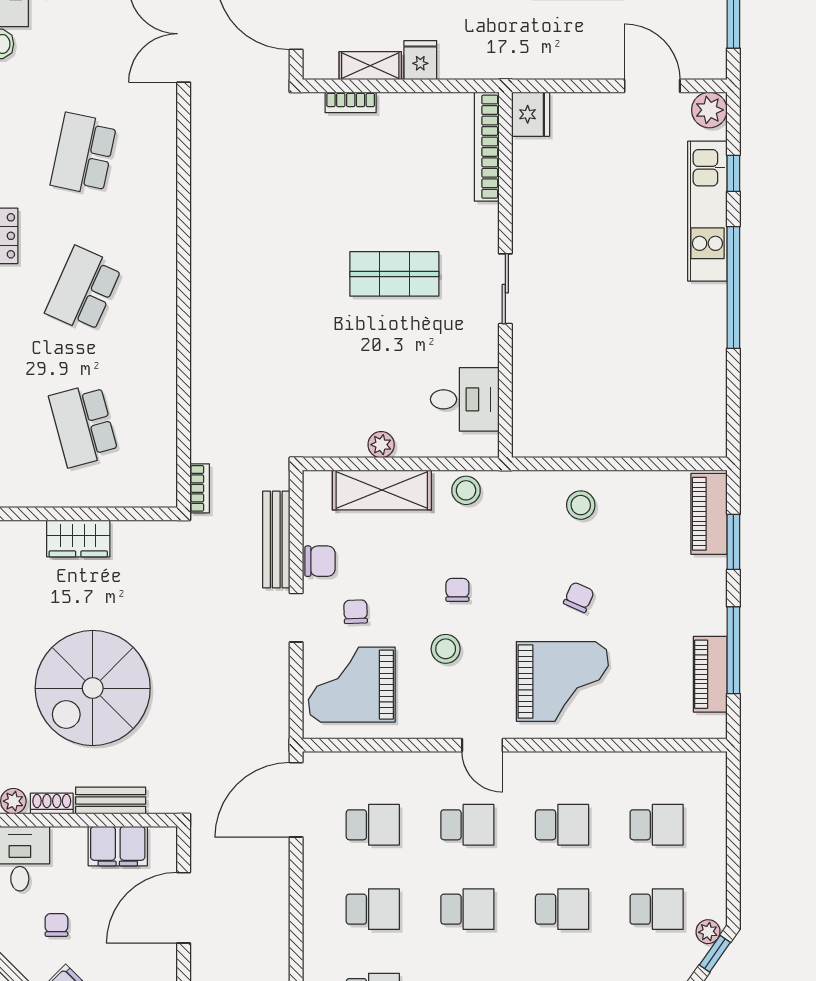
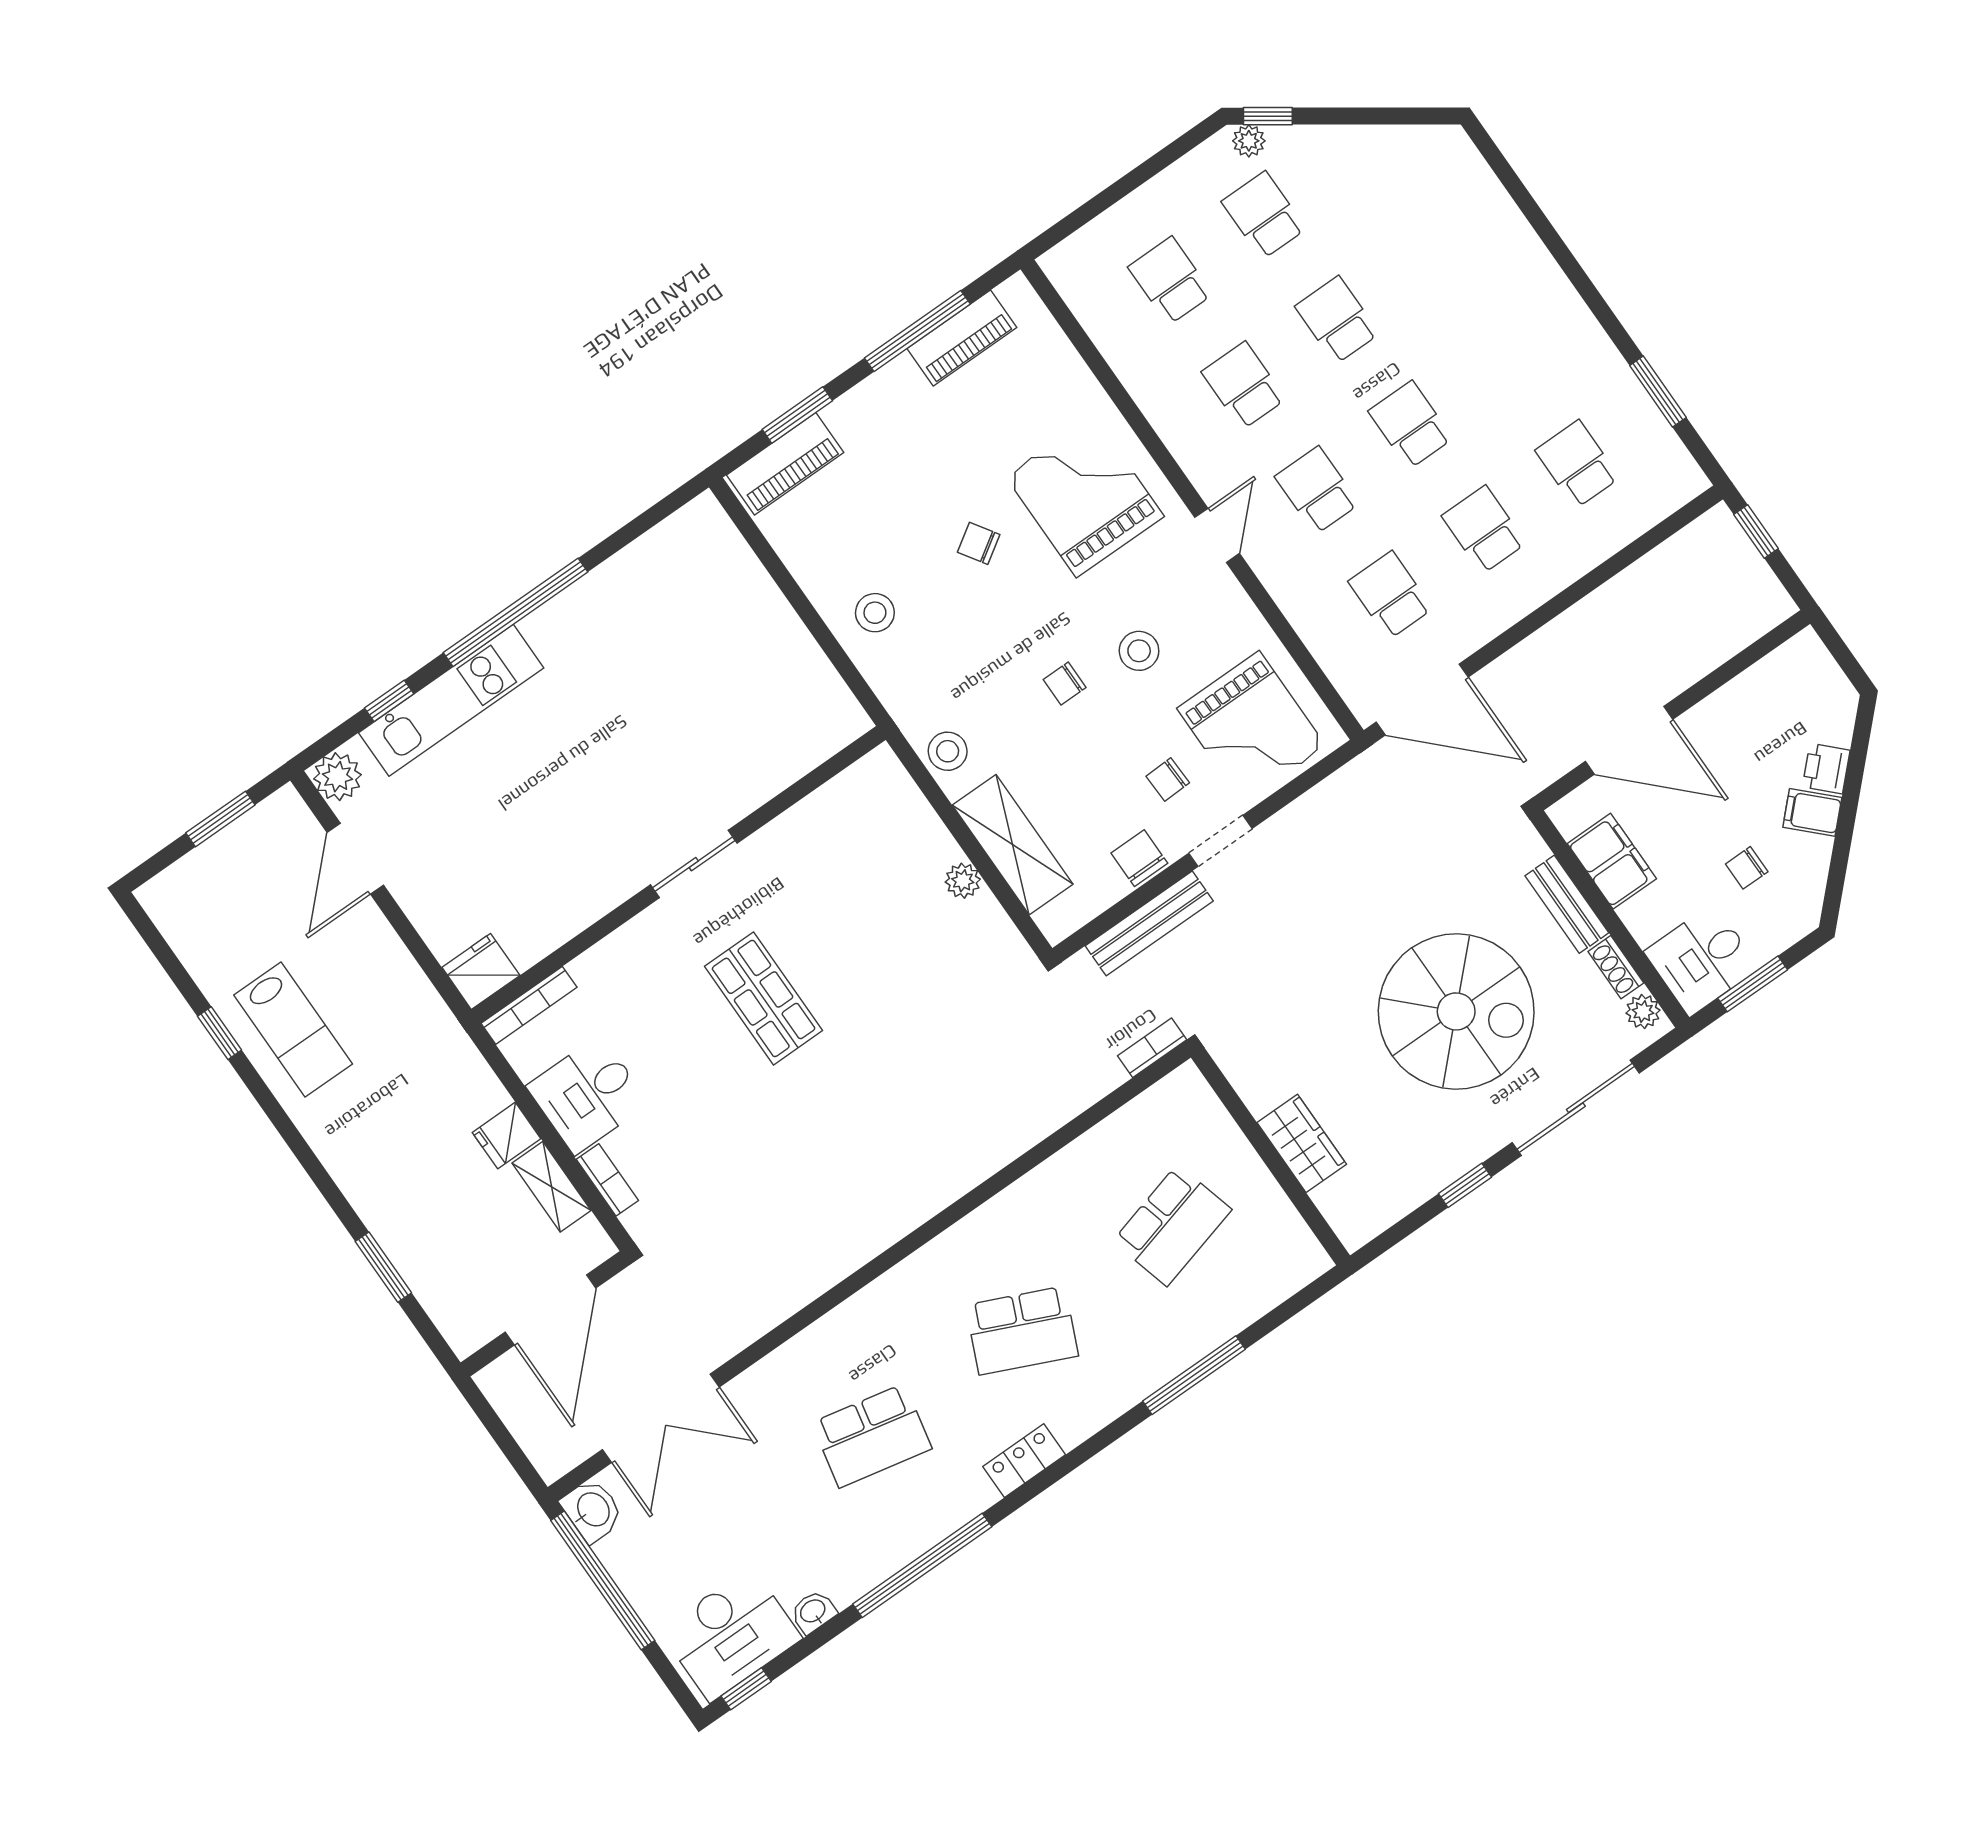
bookcase: (487, 147) -> (529, 1005), width x0.68, depth x0.76
desk: (465, 399) -> (588, 1095), moved, turned -90
chair: (579, 597) -> (979, 543), turned 33

